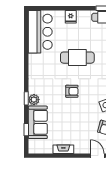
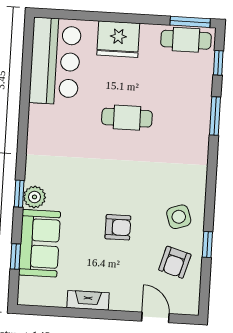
fridge: (71, 17) -> (118, 39), width x1.88, depth x1.34
cafe table: (77, 58) -> (127, 118), width x0.73, depth x0.74
armchair: (72, 91) -> (118, 227), moved

